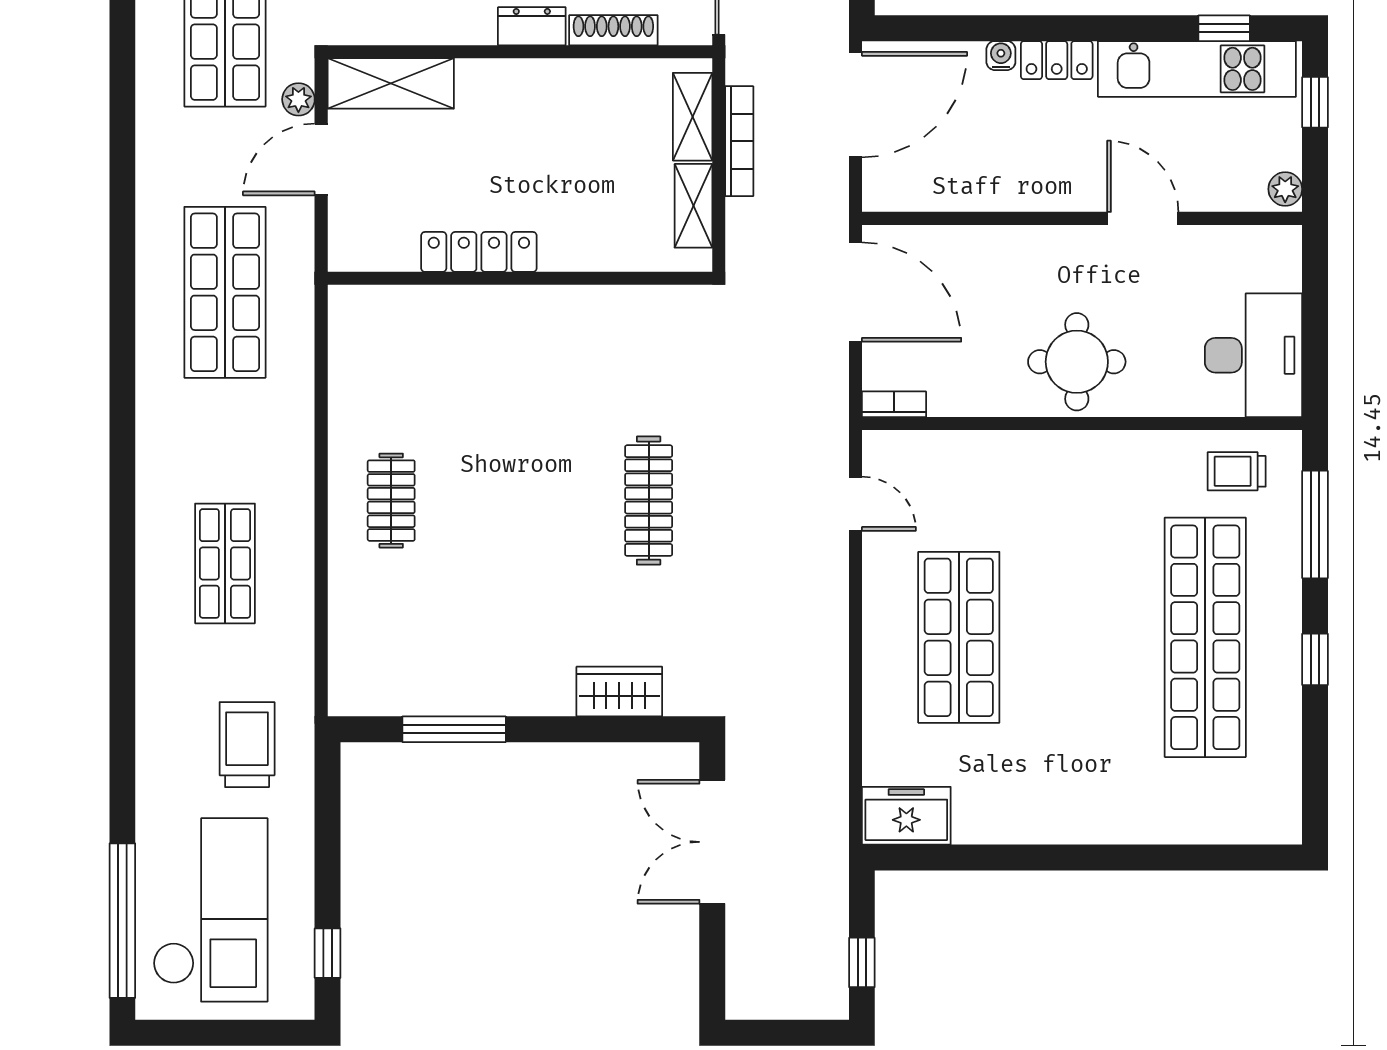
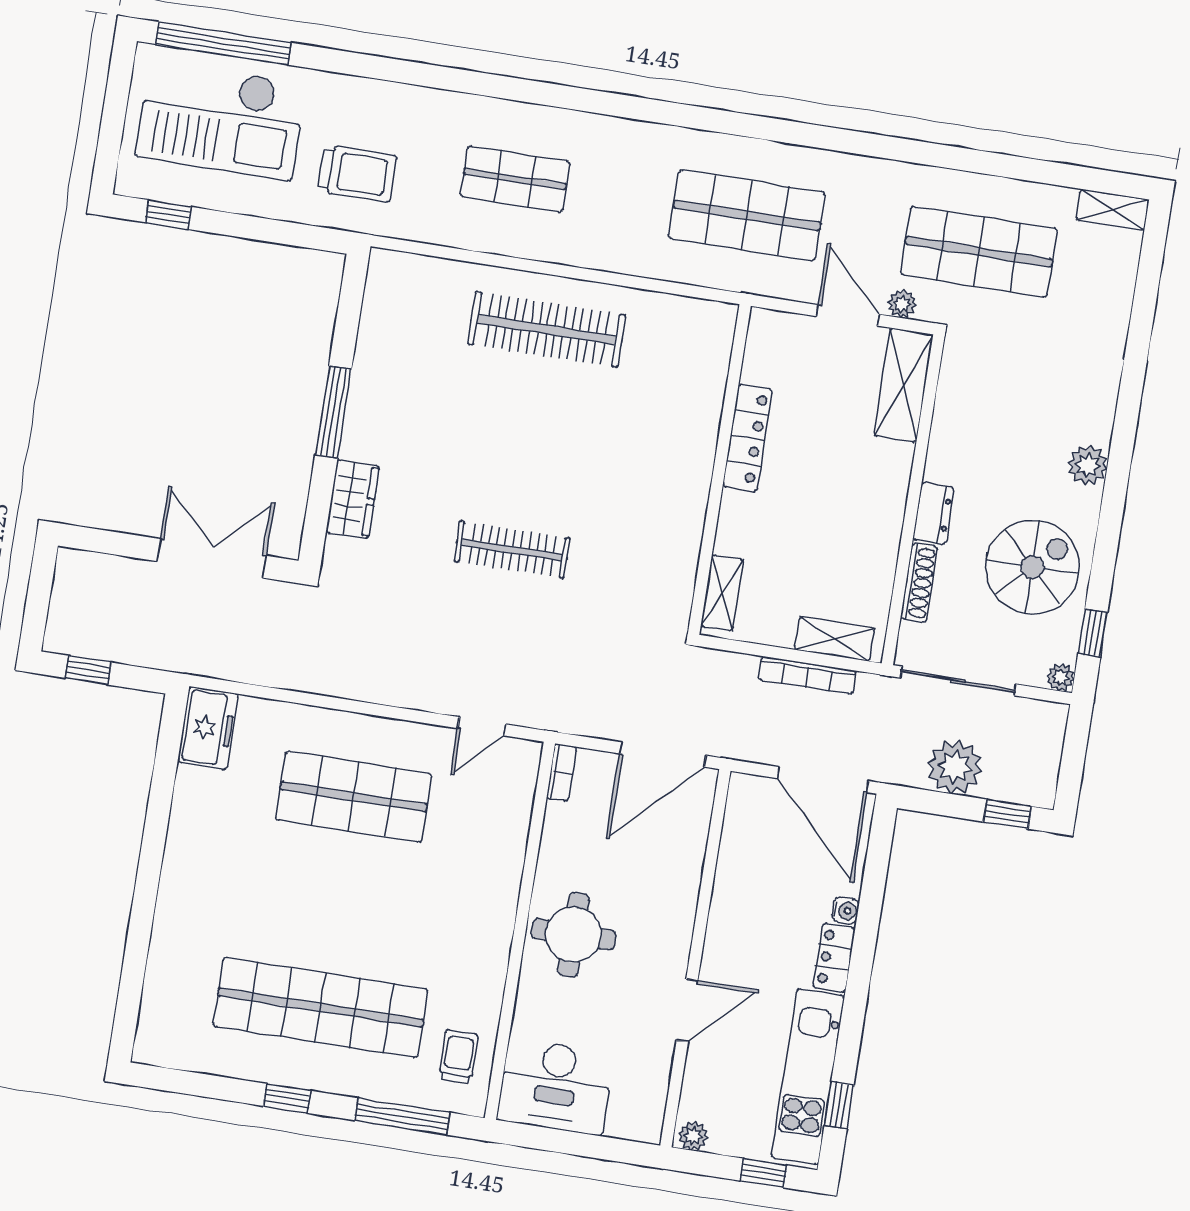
shelving: (693, 206) -> (722, 593), moved, turned 90
clothes rail: (391, 501) -> (547, 330), width x1.86, depth x1.31
window: (454, 729) -> (333, 412), moved

